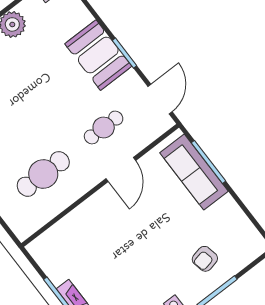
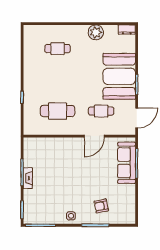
booth: (98, 55) -> (119, 76), width x1.36, depth x1.42

